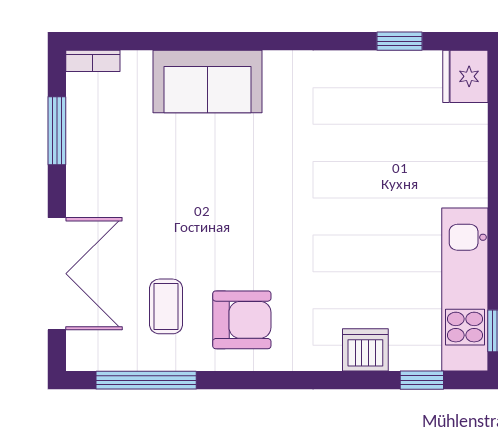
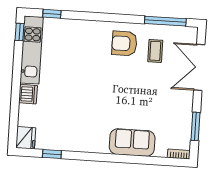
dishwasher: (365, 350) -> (28, 94), moved, turned -90

